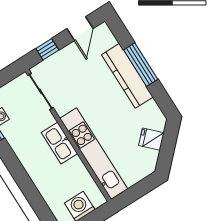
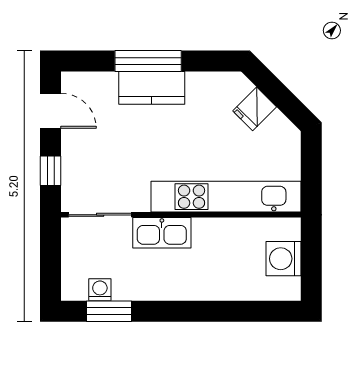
kitchen counter: (127, 76) -> (152, 88), width x0.67
kitchen sink: (59, 143) -> (162, 233), moved

